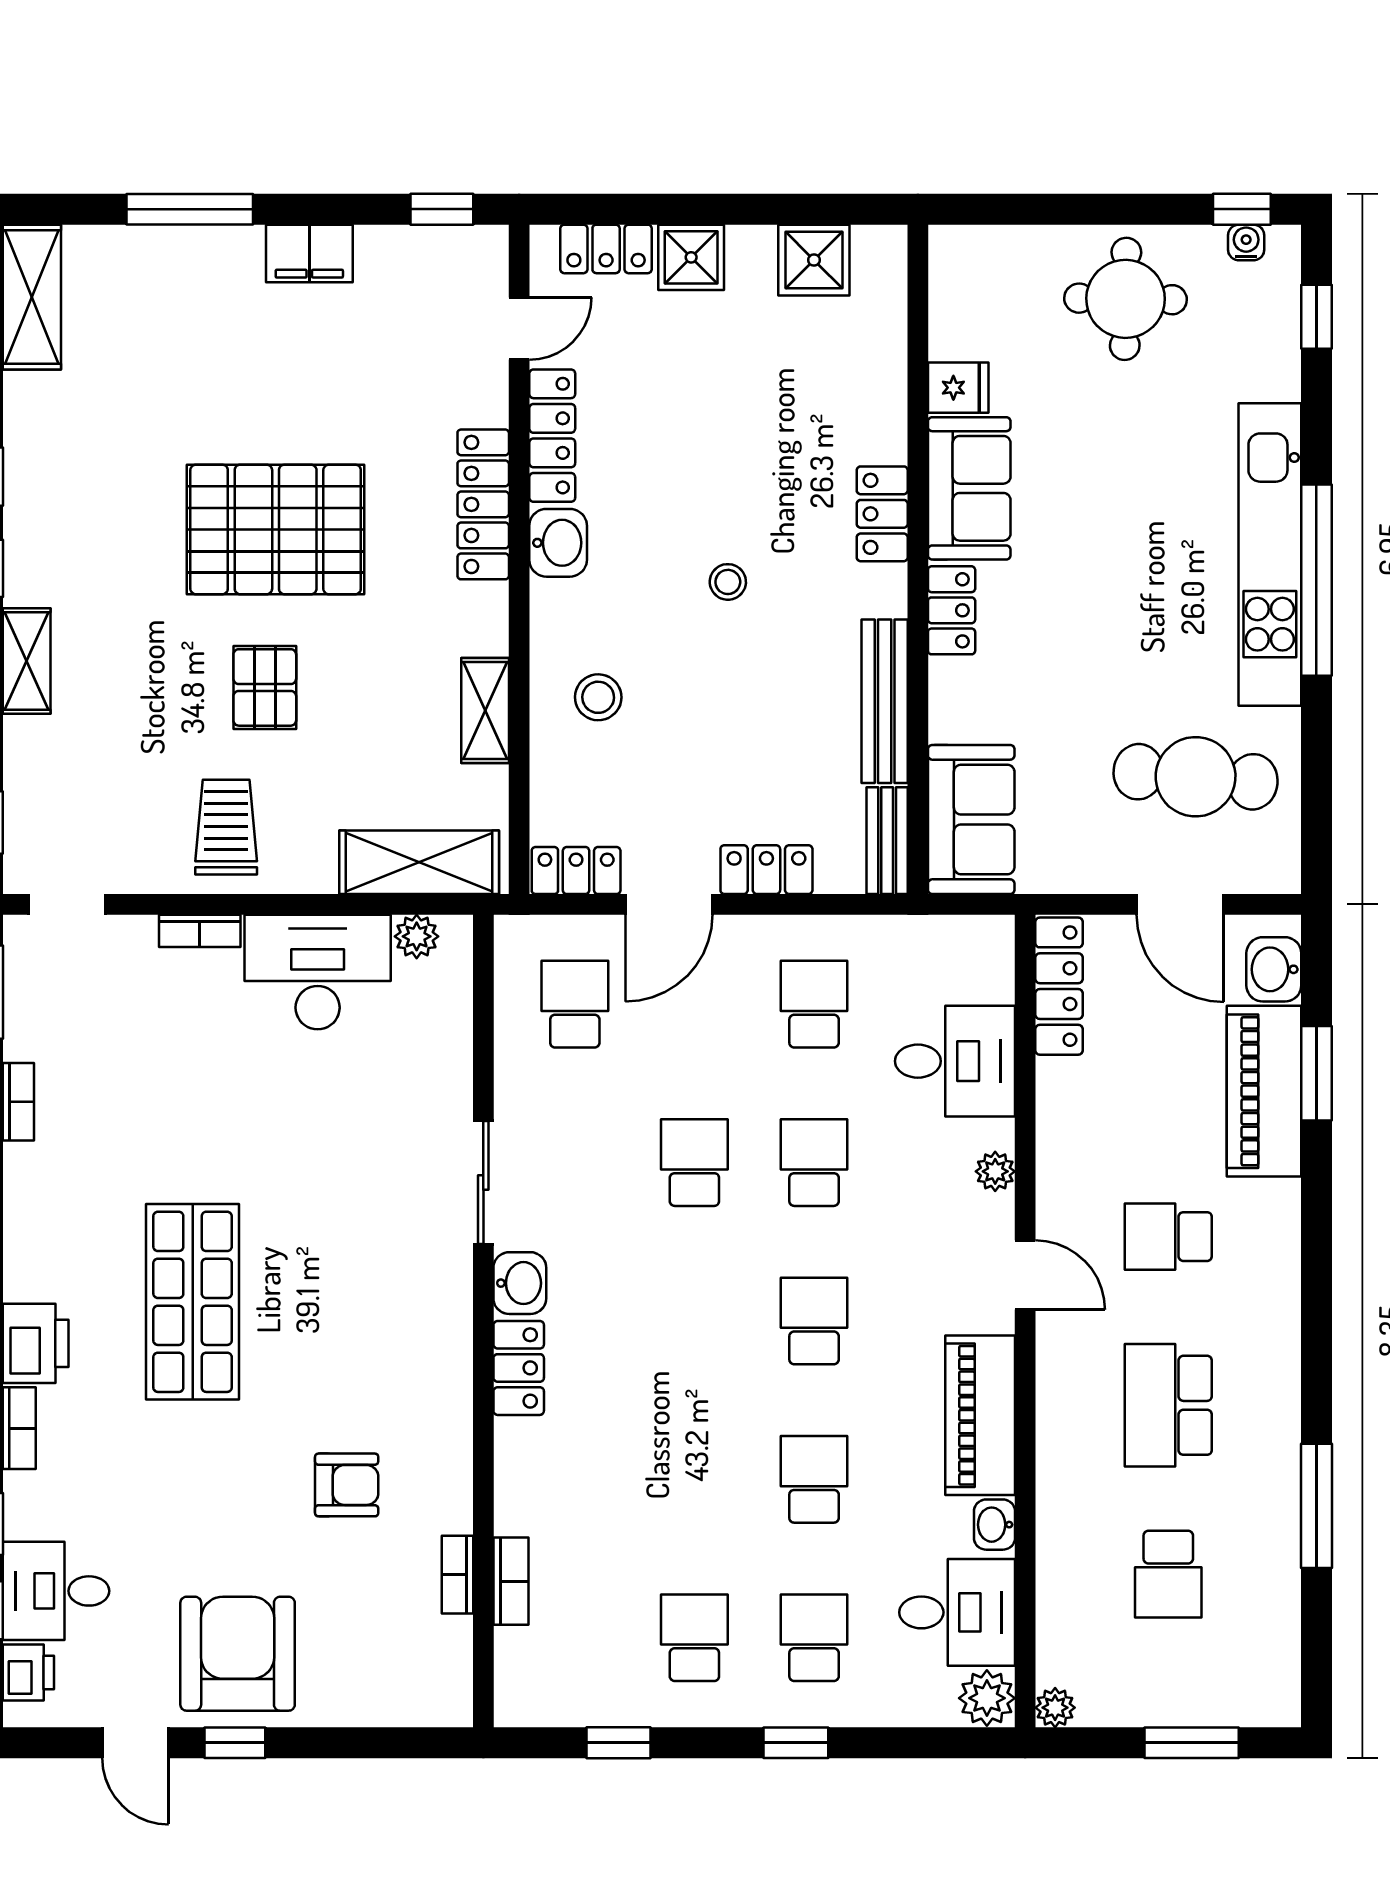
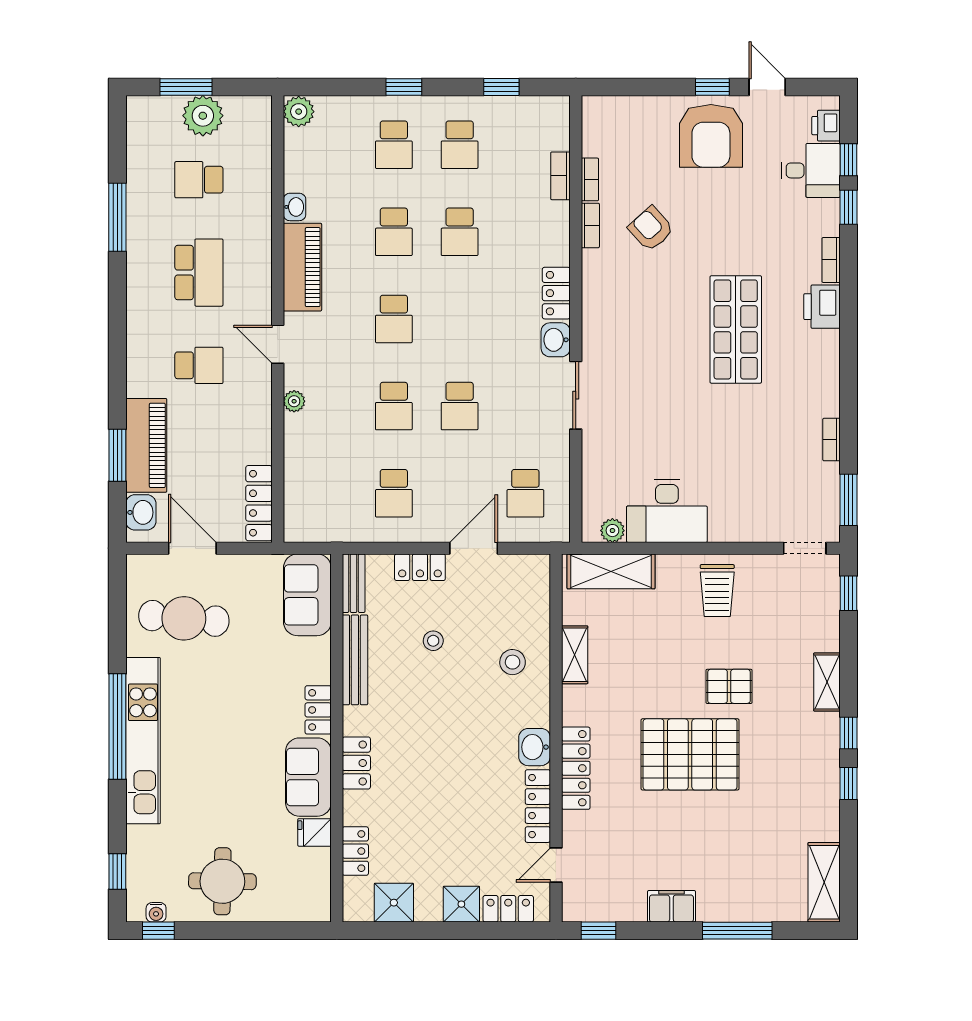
stool: (728, 582) -> (433, 641), moved
pallet: (265, 687) -> (729, 686), moved, turned 90
locker: (576, 871) -> (355, 851), moved, turned -90
bookcase: (200, 931) -> (590, 225), moved, turned 90
desk: (955, 1061) -> (316, 462), removed
school desk: (694, 1479) -> (460, 232), added
armchair: (347, 1485) -> (651, 229), turned 48
school desk: (1168, 1574) -> (199, 180), turned -90
desk: (957, 1612) -> (315, 159), removed
plant: (1055, 1708) -> (203, 116), moved, width x1.88, depth x1.88

